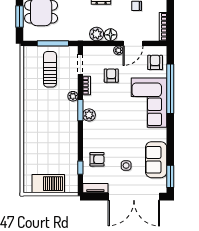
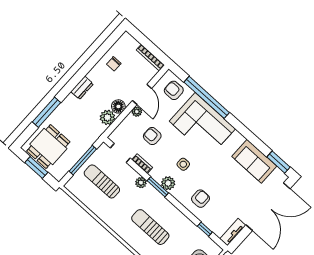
sun lounger: (49, 130) -> (150, 227), added
armchair: (97, 159) -> (200, 199), moved
side table: (126, 166) -> (183, 164), moved

